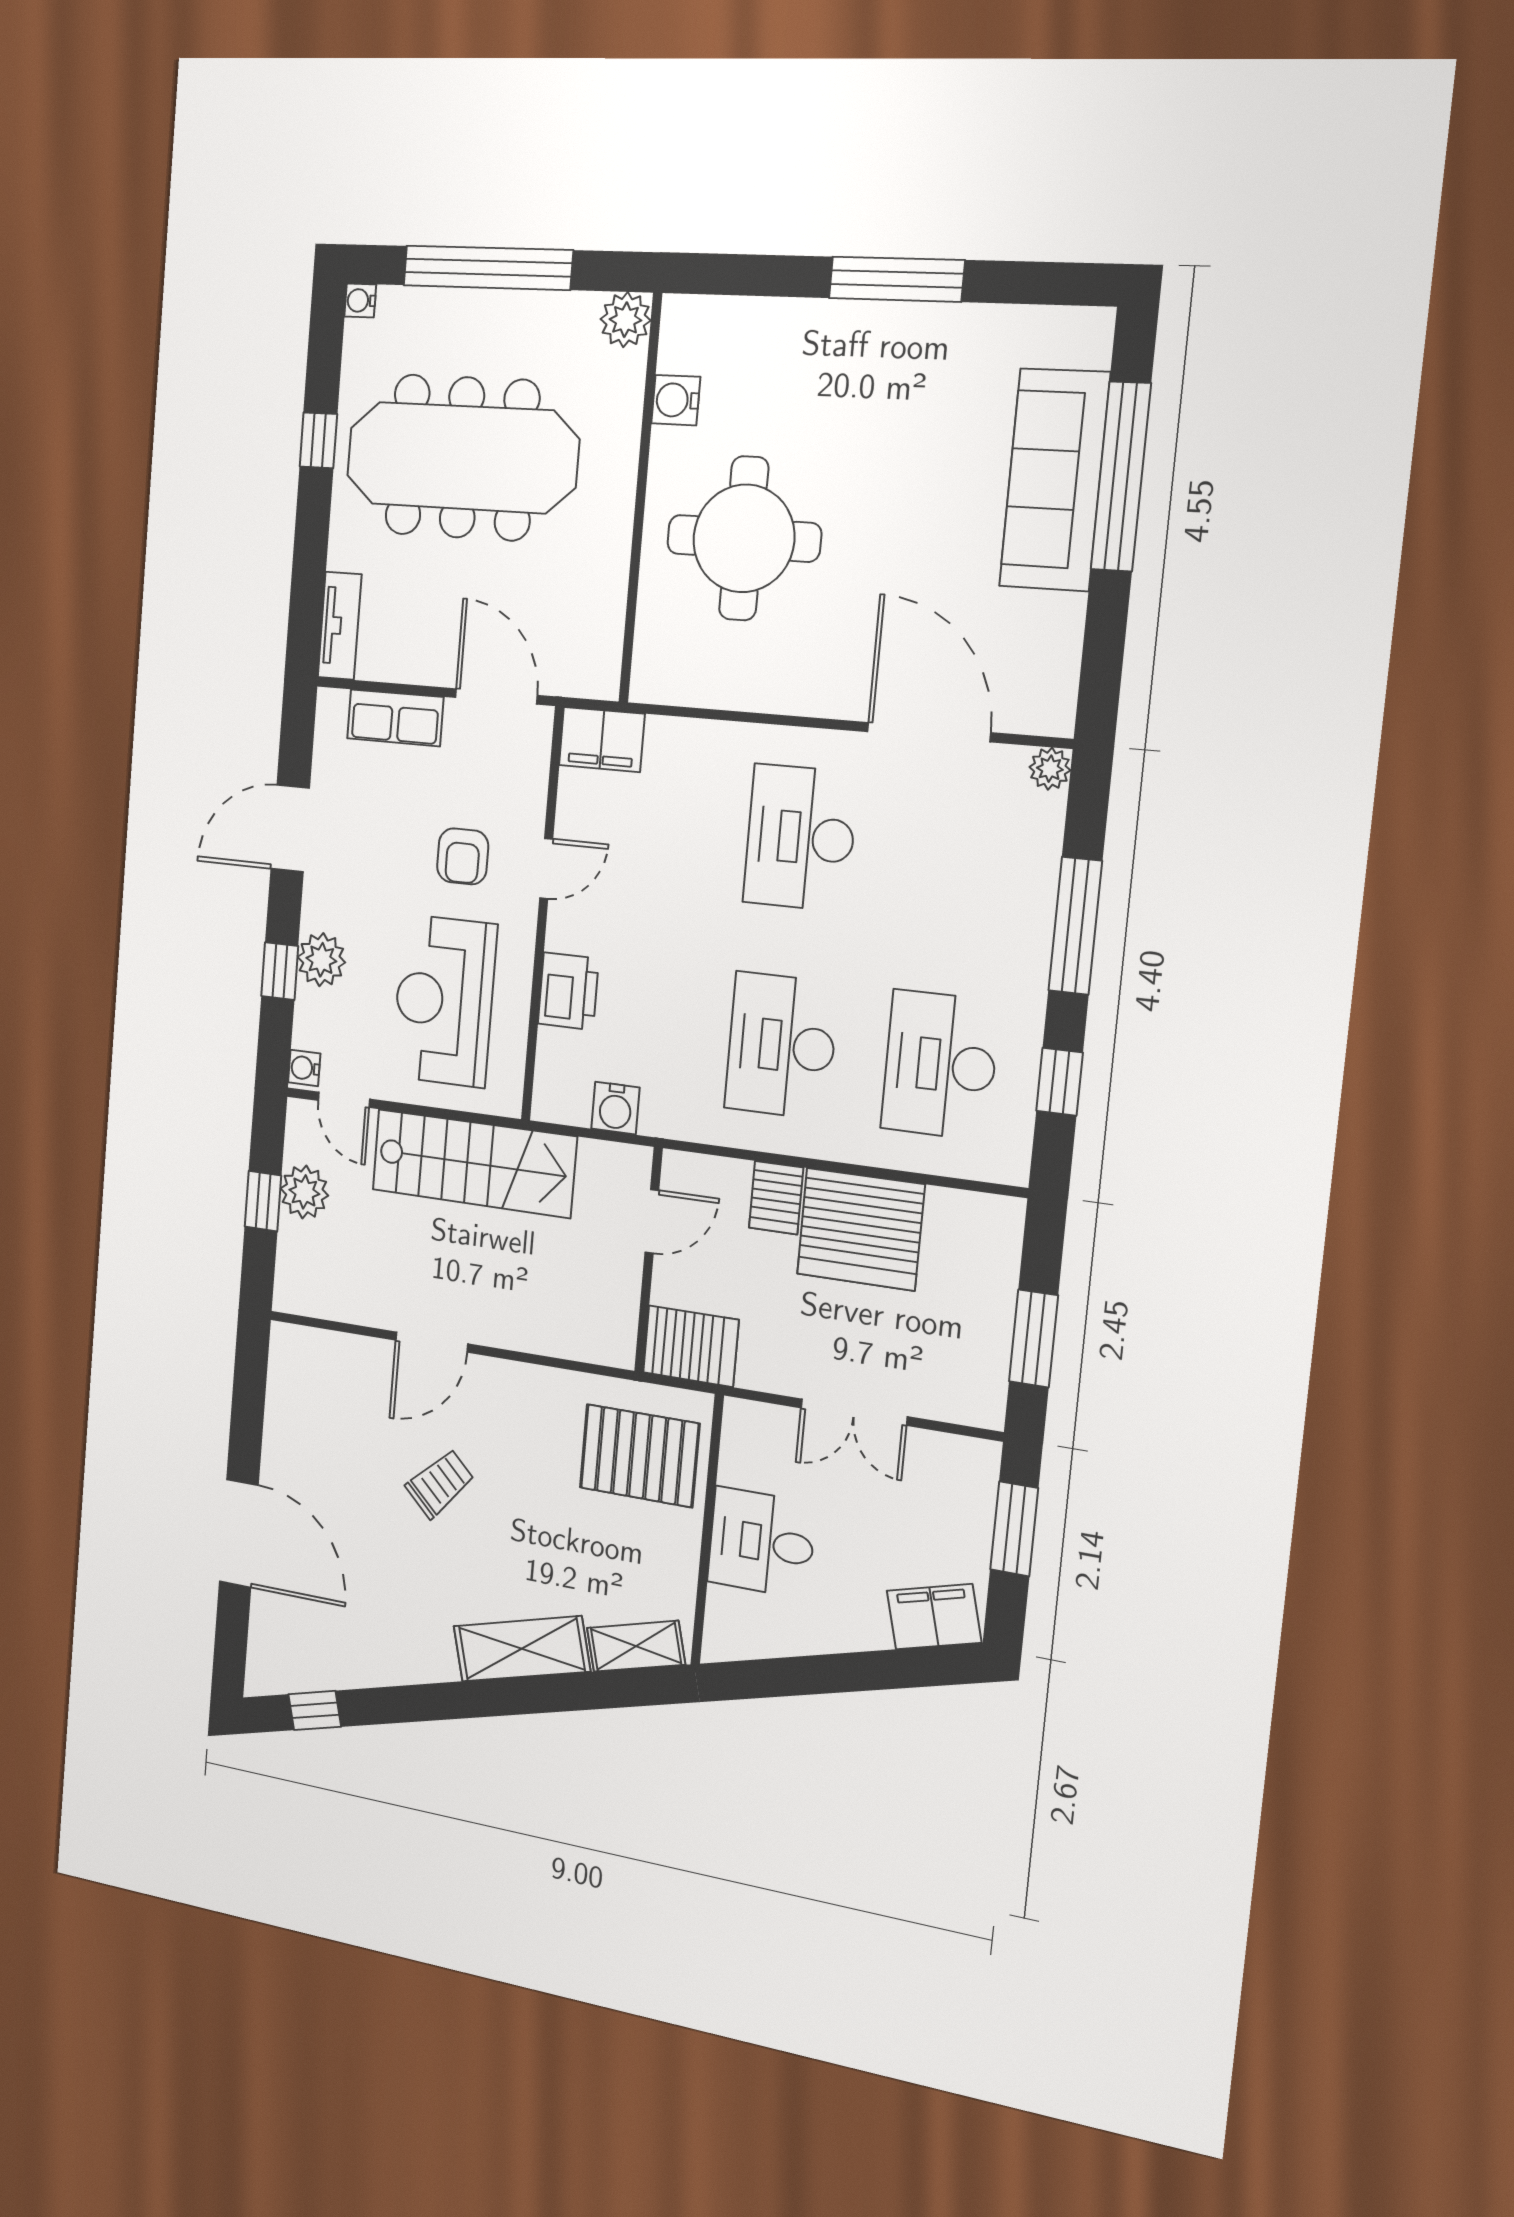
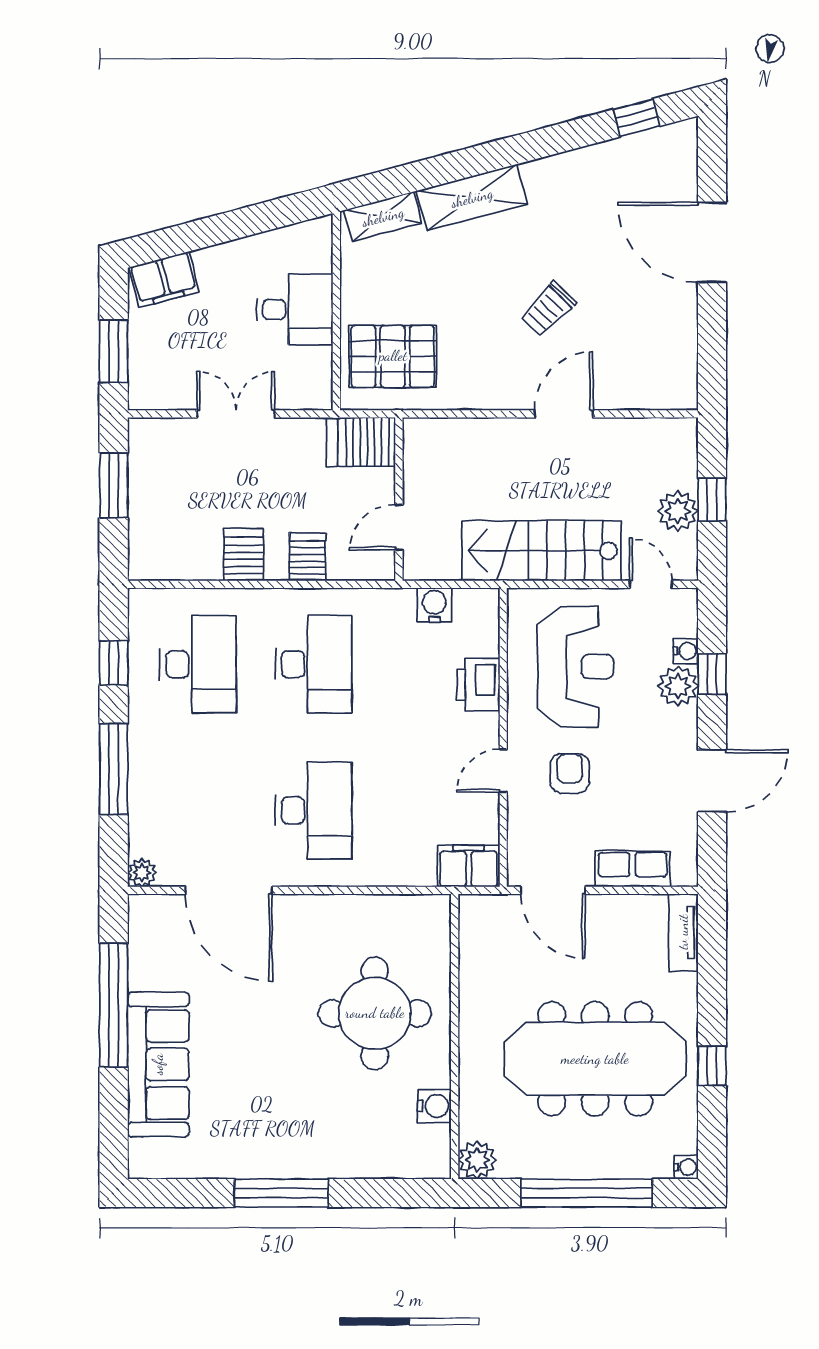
window: (1121, 476) -> (114, 1005), moved
water cooler: (304, 1068) -> (686, 651), moved
server rack: (861, 1229) -> (243, 555), width x0.46, depth x0.70

